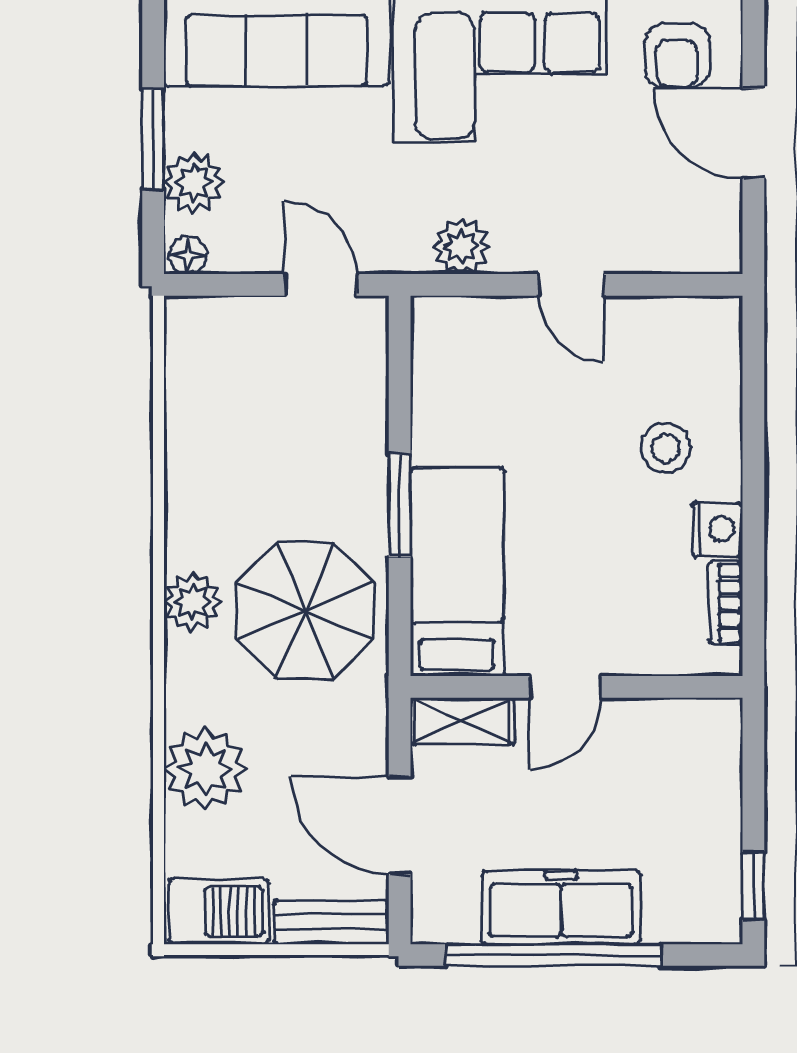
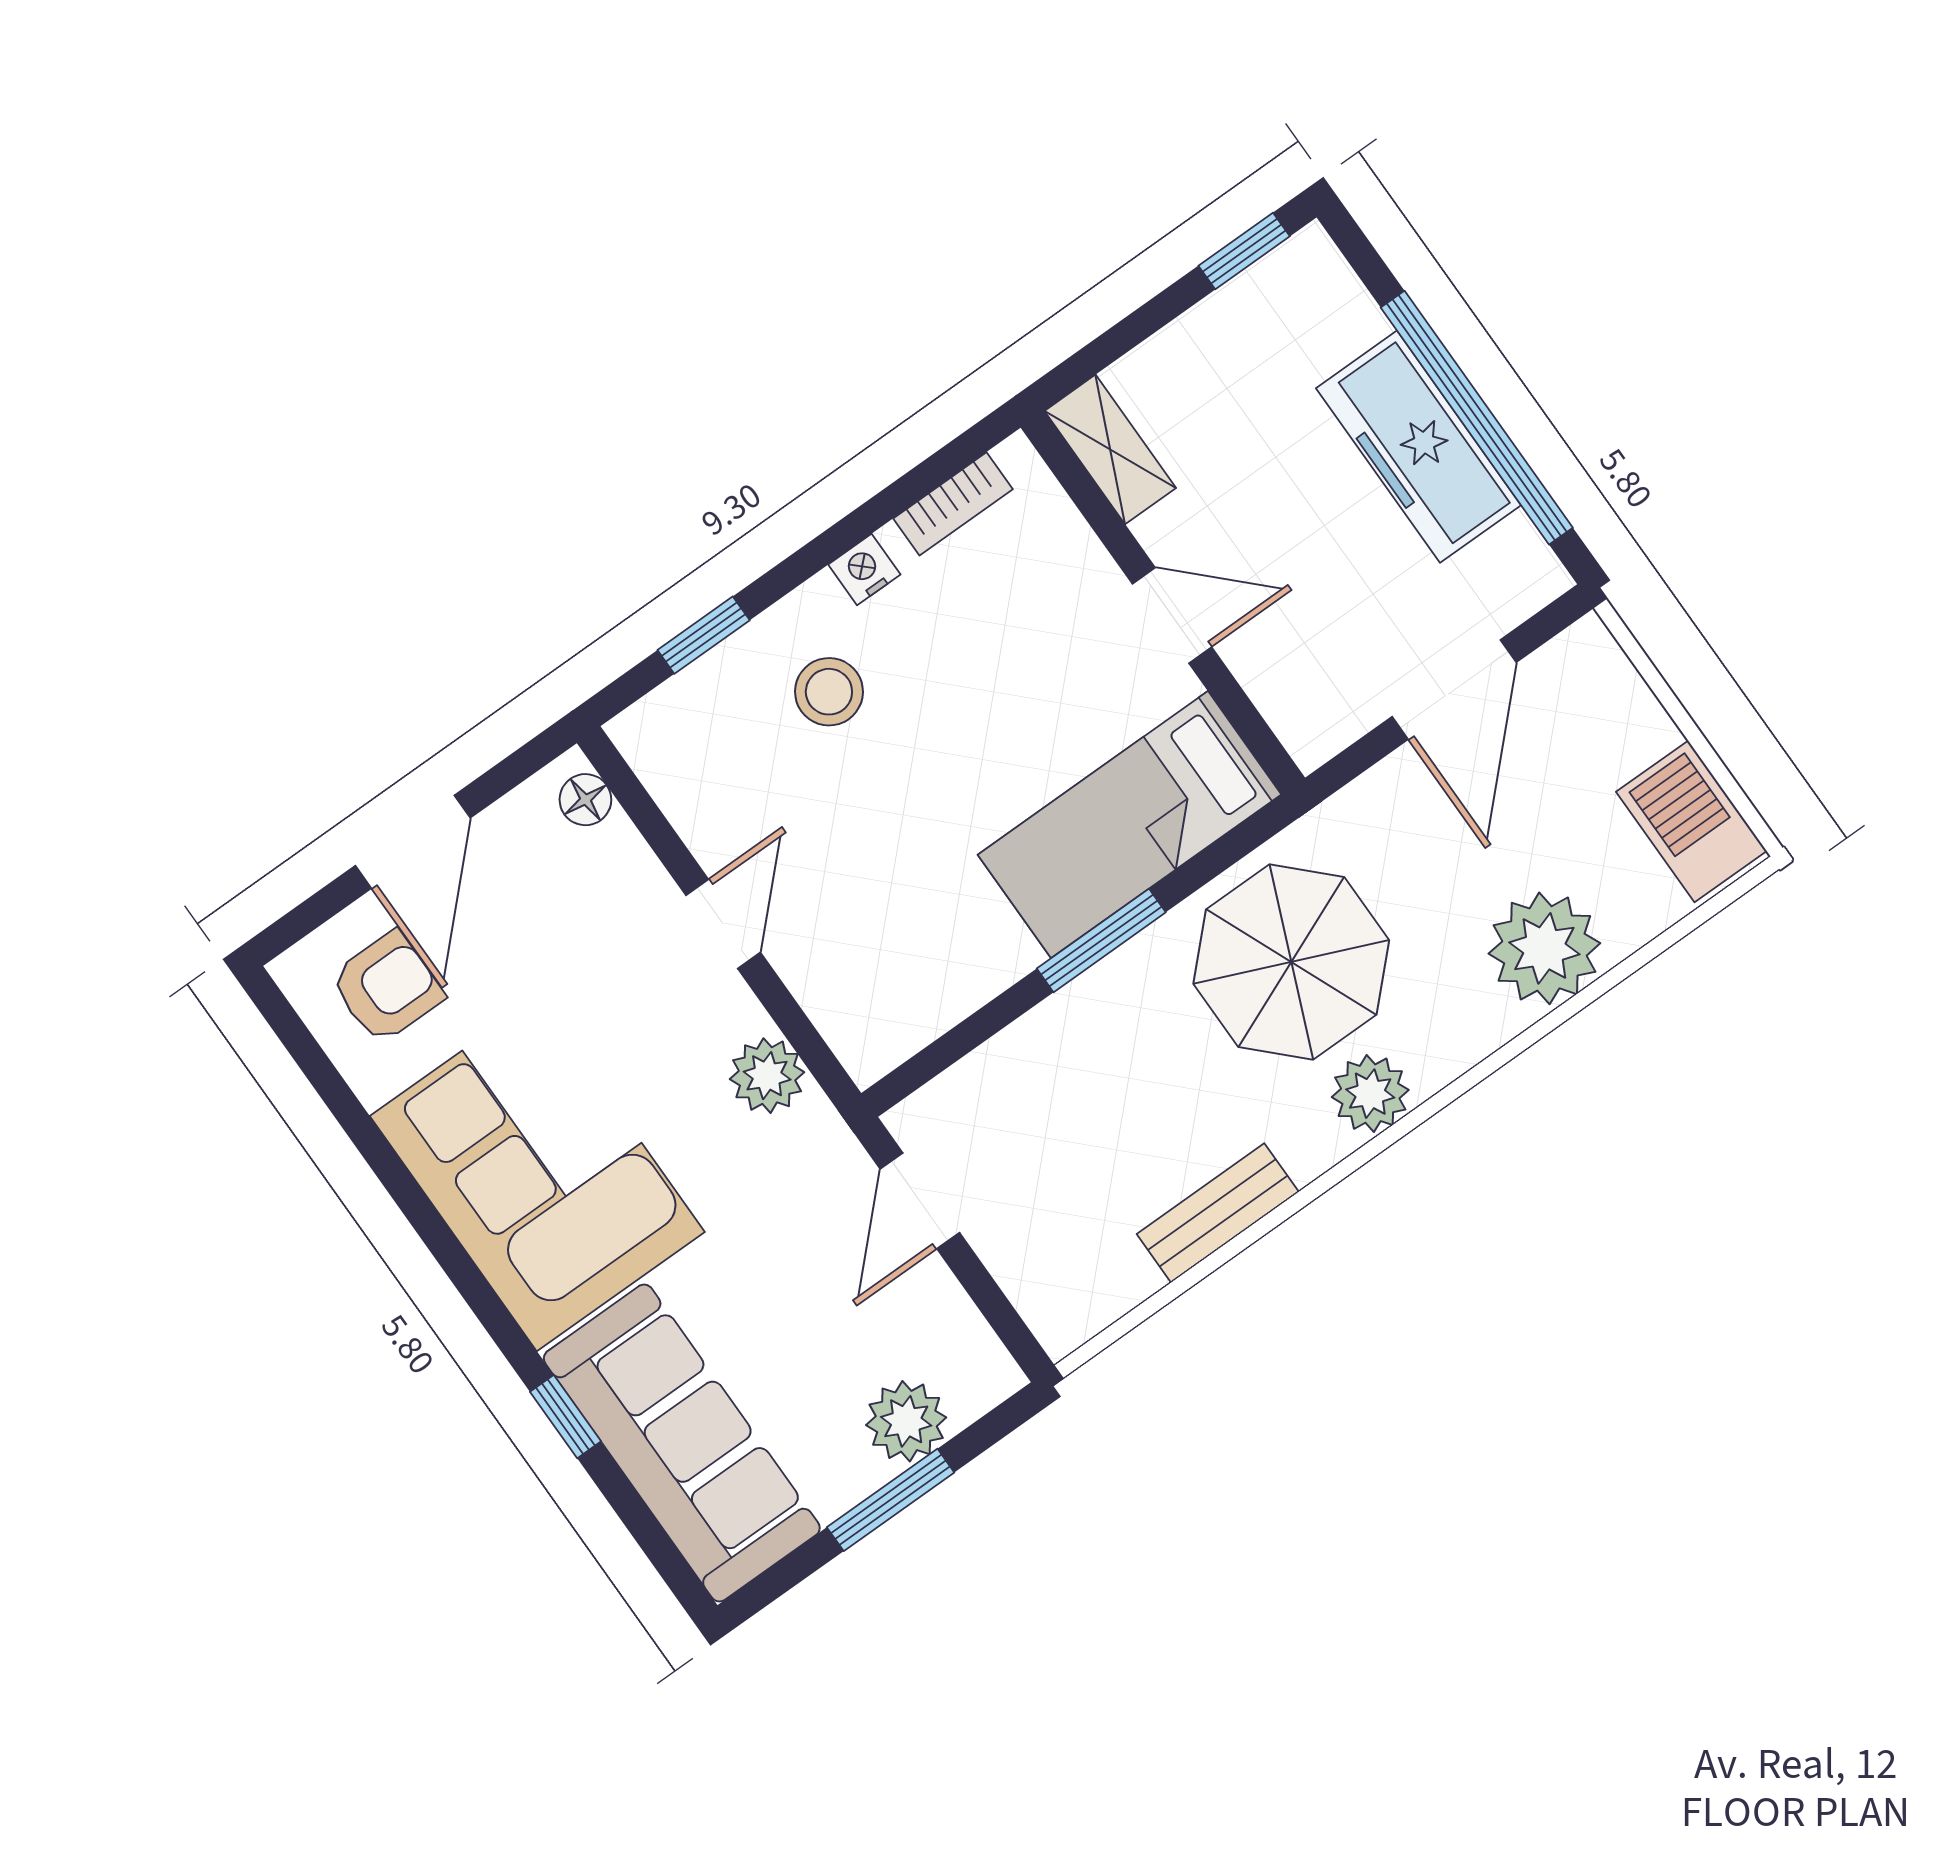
floor lamp: (188, 255) -> (585, 800), moved
window: (753, 397) -> (704, 635), added
nightstand: (718, 529) -> (864, 569), width x0.72, depth x0.74
shelving: (462, 721) -> (1110, 449), moved
bench: (331, 922) -> (1218, 1213), moved, turned 90

